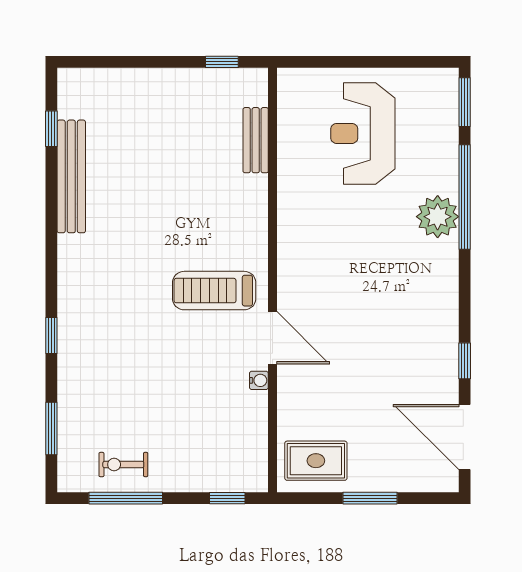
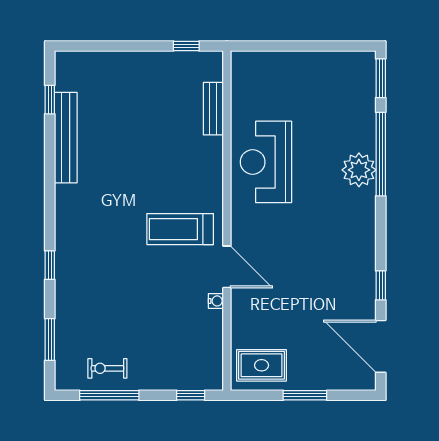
reception desk: (363, 133) -> (266, 162), moved

